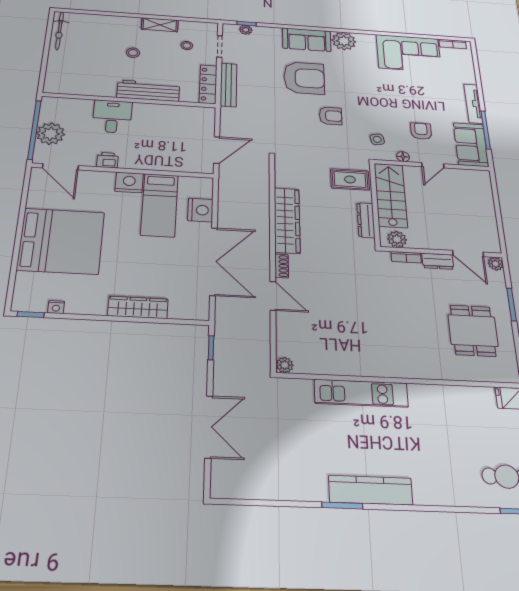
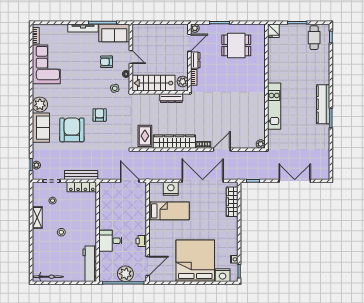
workbench: (148, 91) -> (90, 264), moved
rug: (350, 179) -> (145, 136), moved
nightstand: (129, 182) -> (223, 275), moved, turned -90
wardrobe: (138, 307) -> (232, 202), moved

